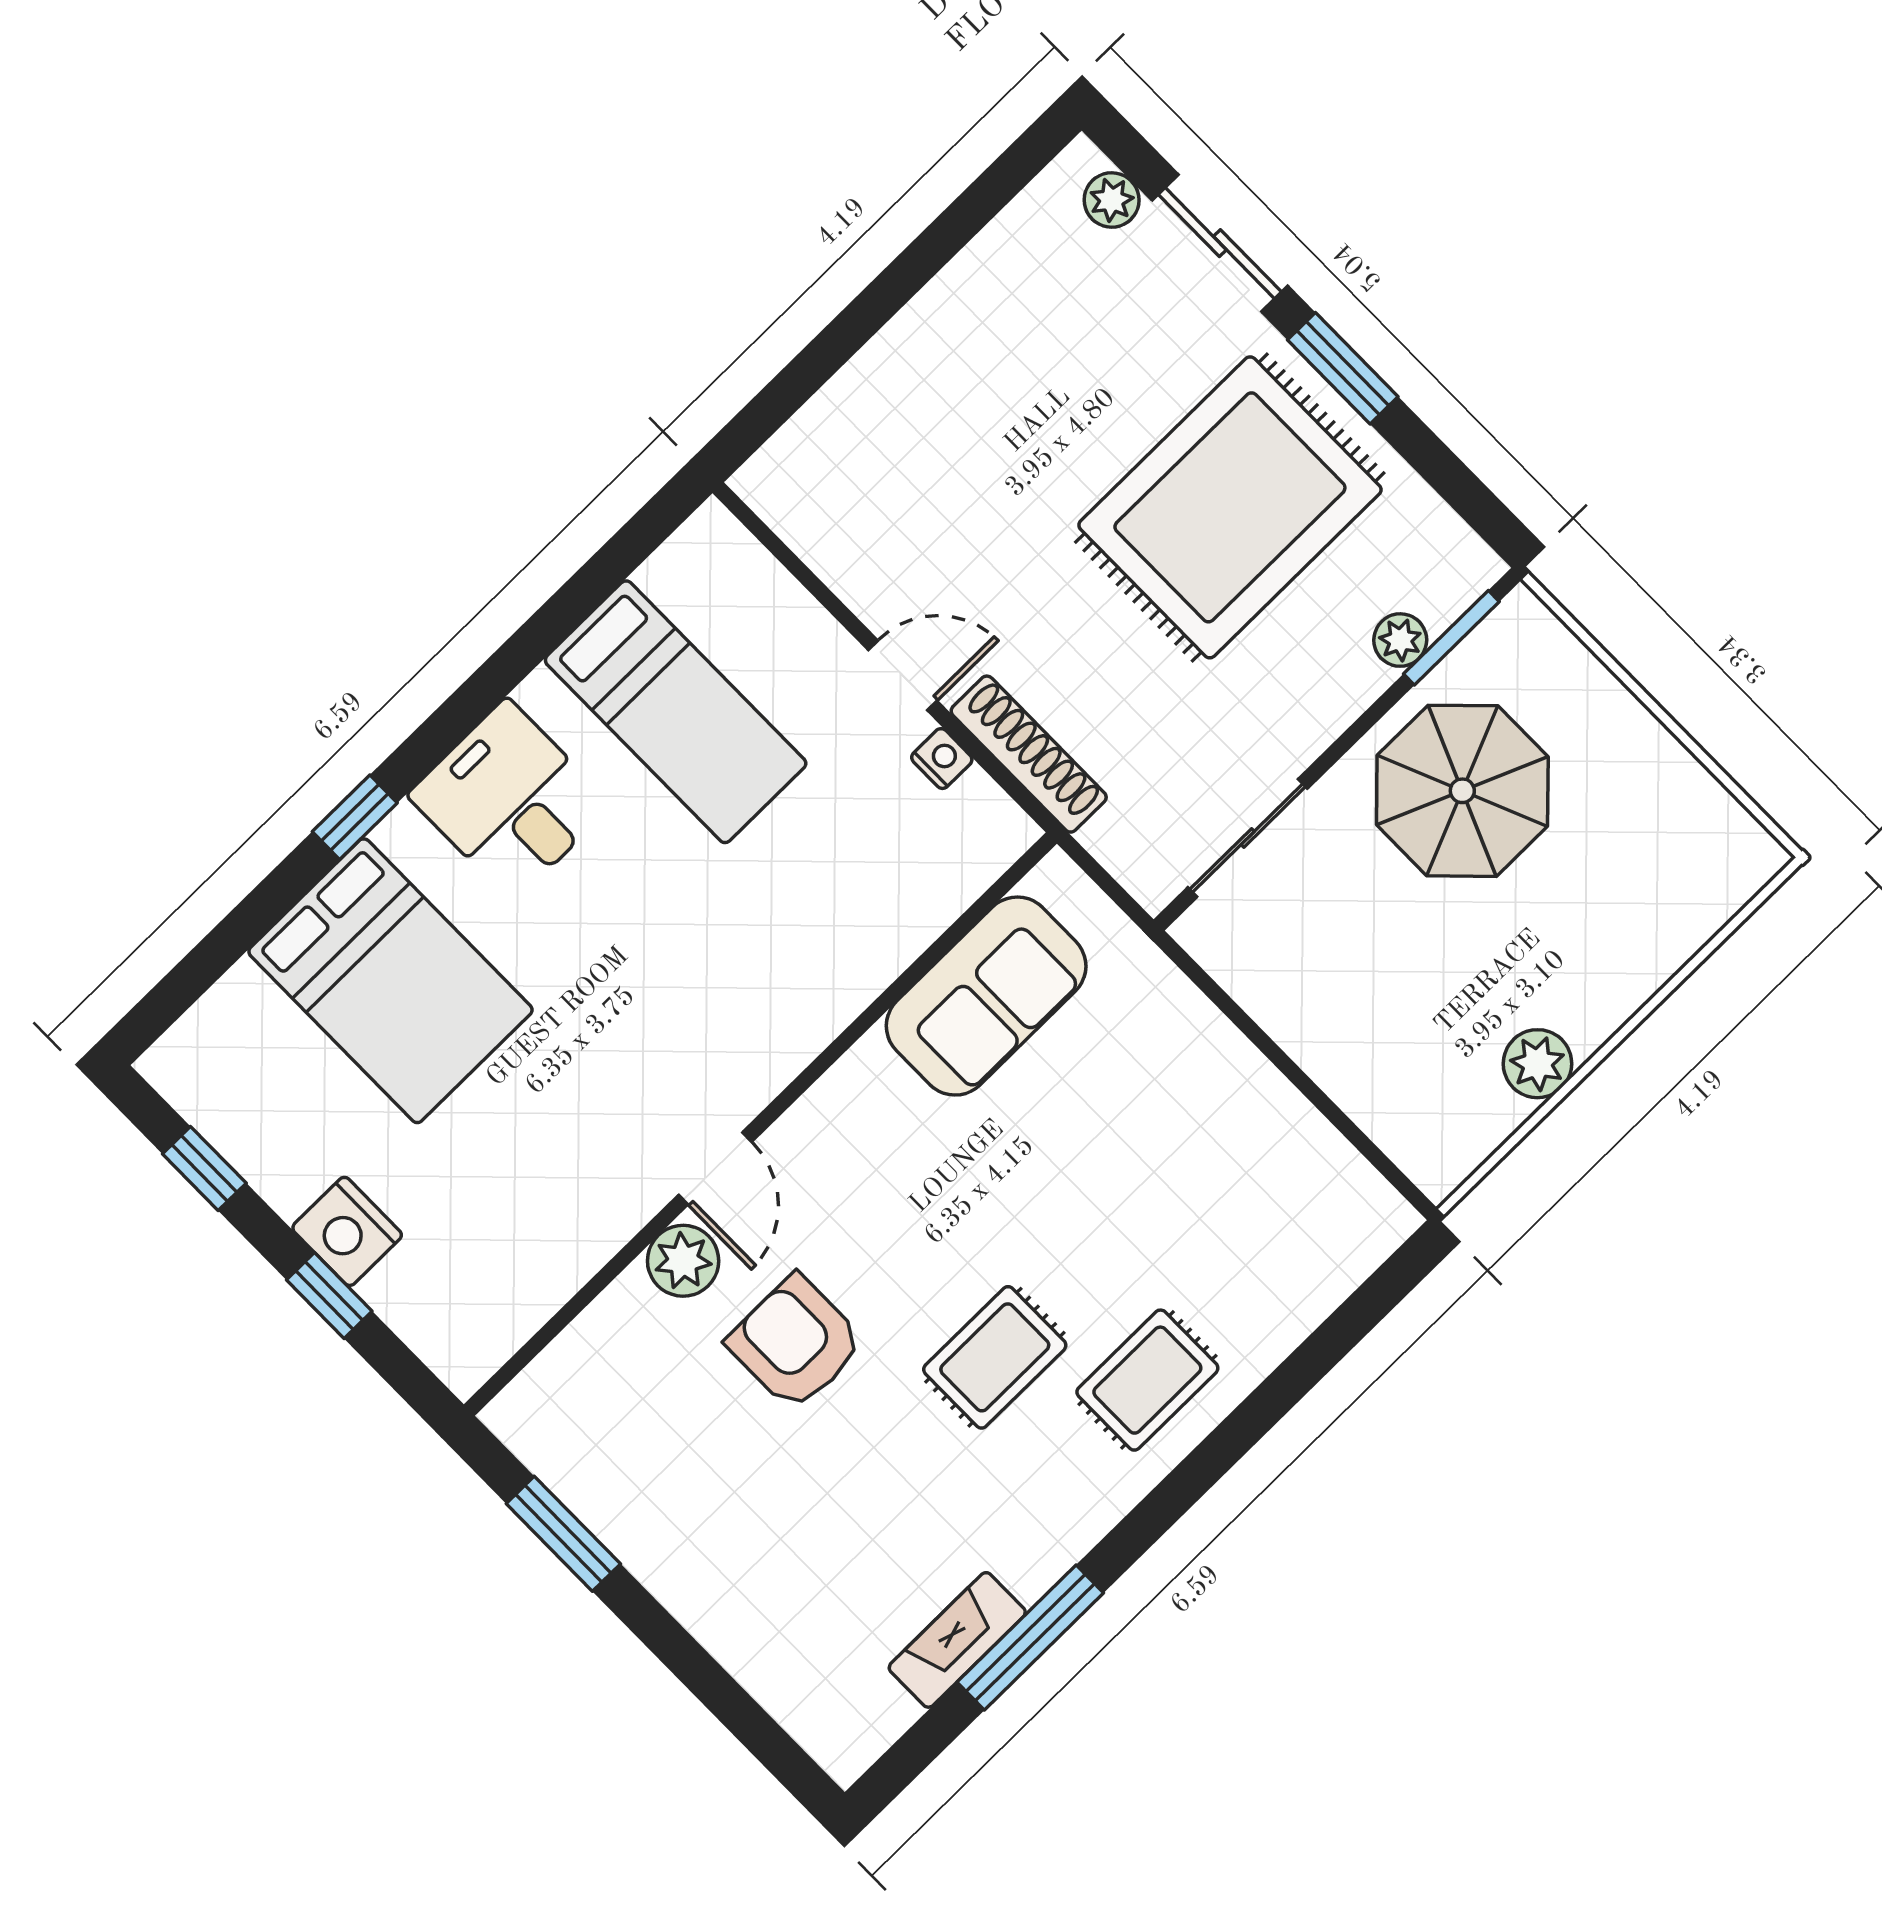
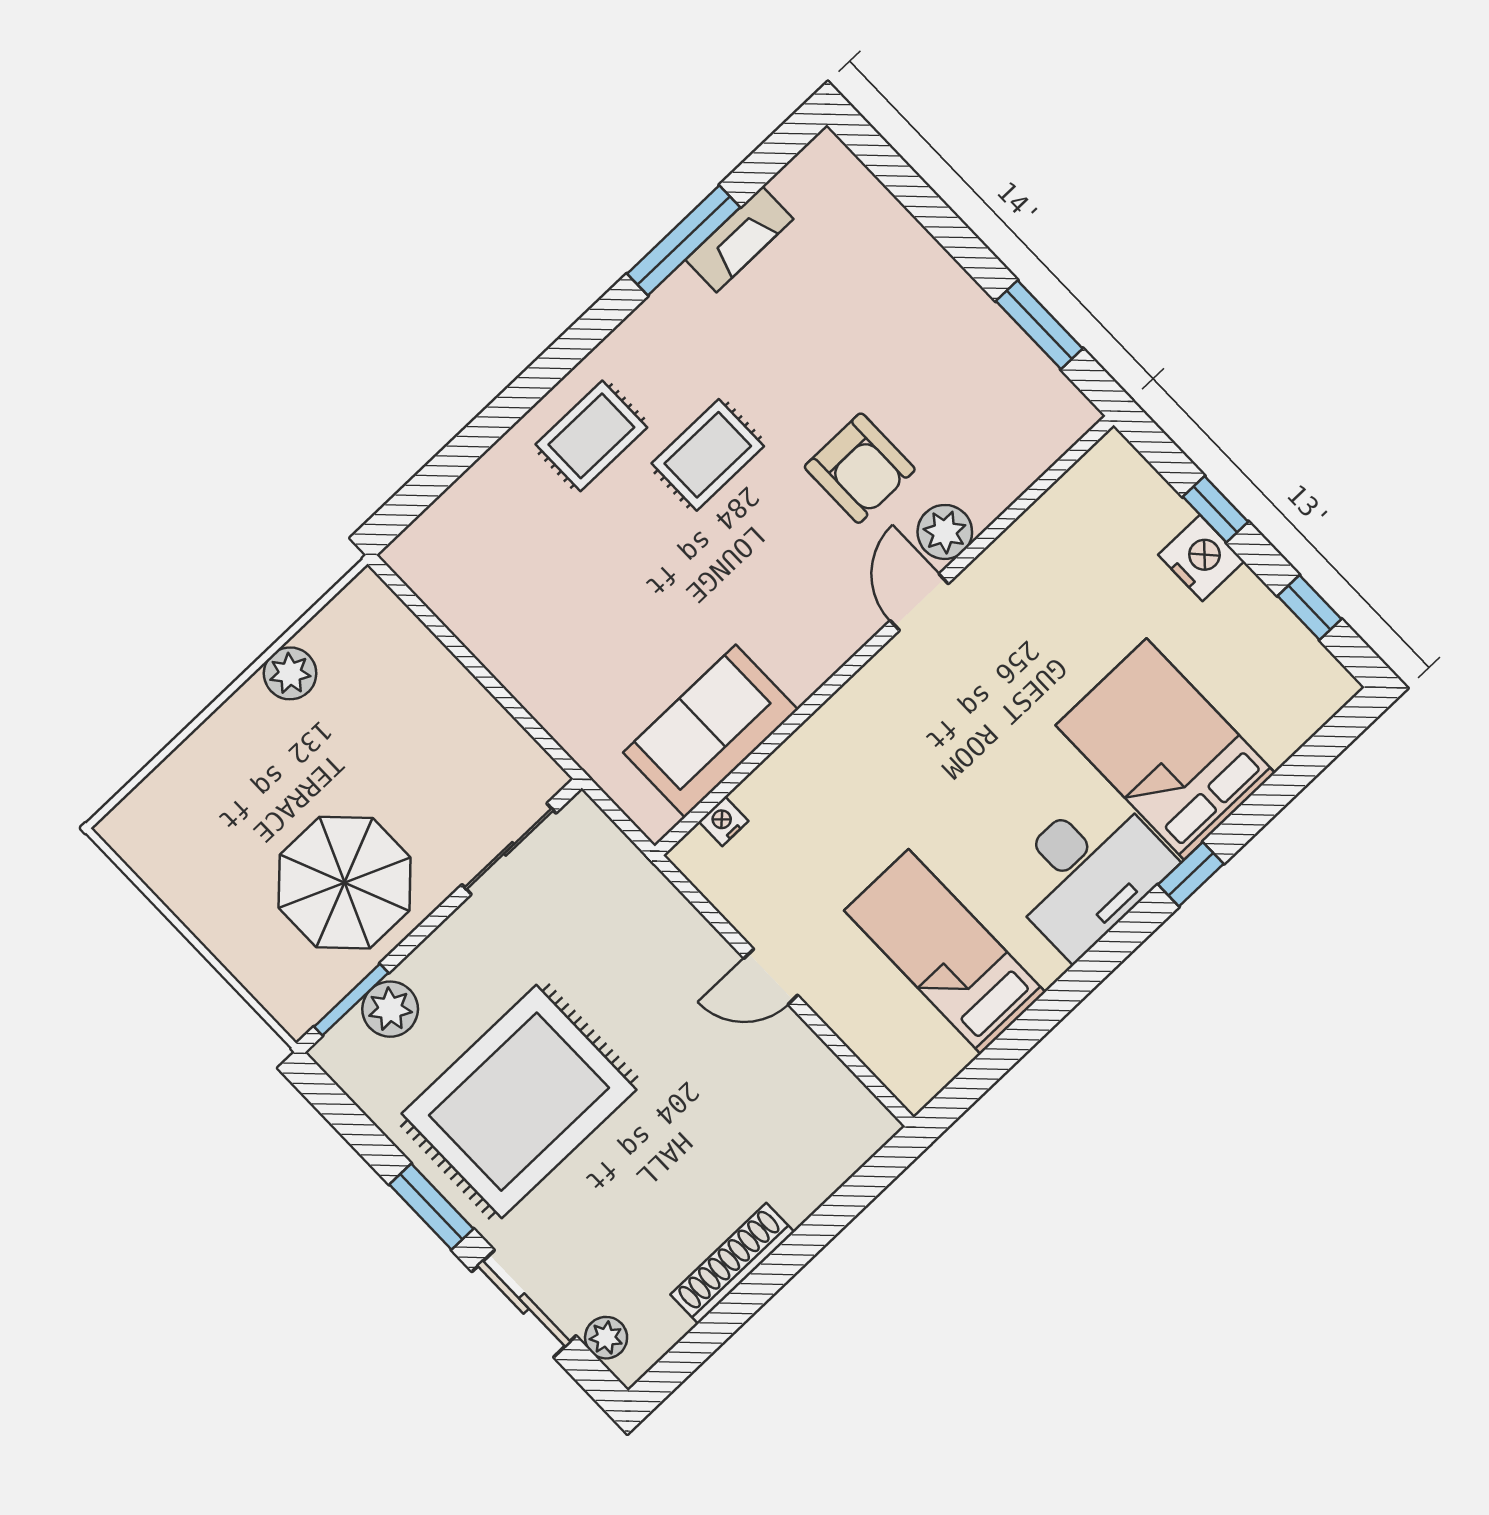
plant: (1400, 640) -> (390, 1009), width x1.38, depth x1.38
shoe rack: (1029, 754) -> (732, 1263), moved, turned 90
nightstand: (942, 759) -> (724, 821), moved, turned 90
desk: (510, 800) -> (1087, 872), width x1.37

